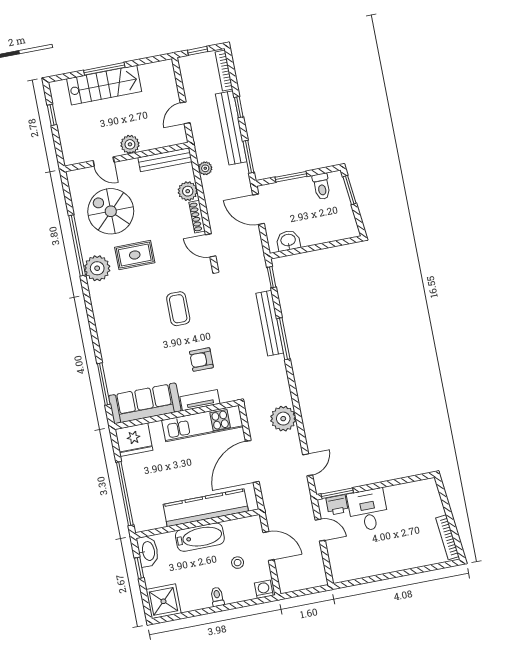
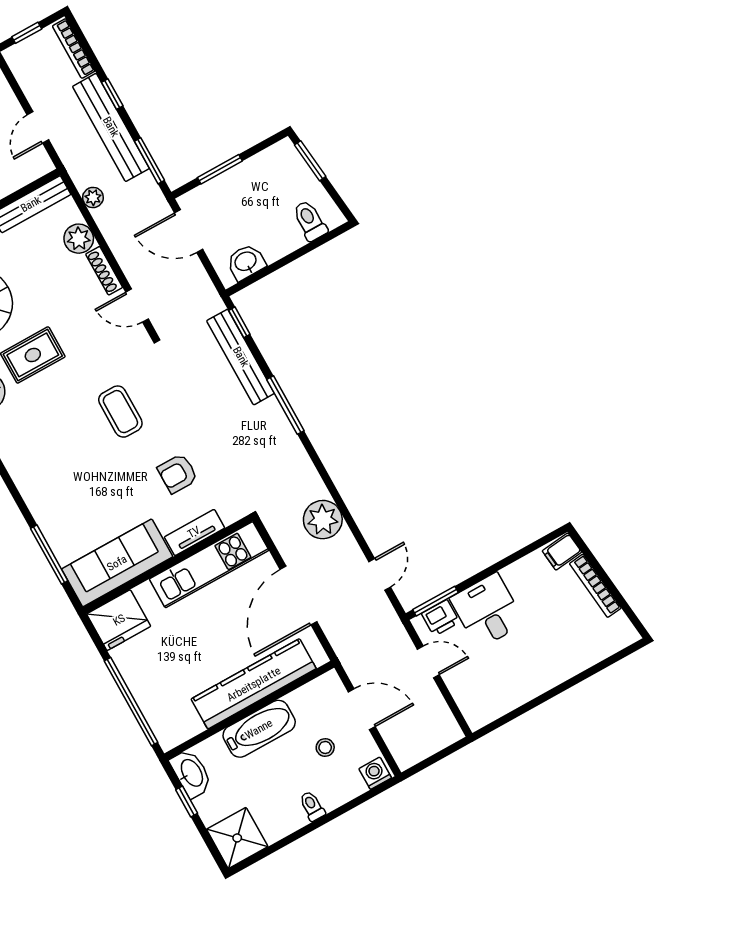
toilet: (322, 186) -> (310, 221), moved, turned 180
bench: (270, 323) -> (241, 357), moved
filing cabinet: (427, 488) -> (562, 552), added
bookcase: (447, 537) -> (595, 586), moved

